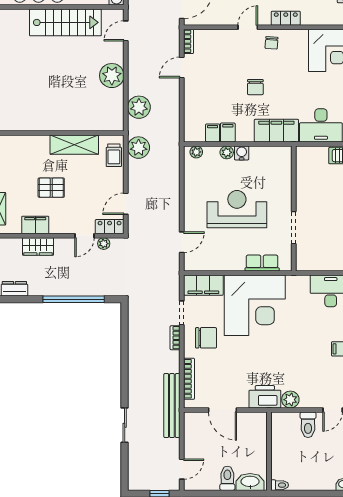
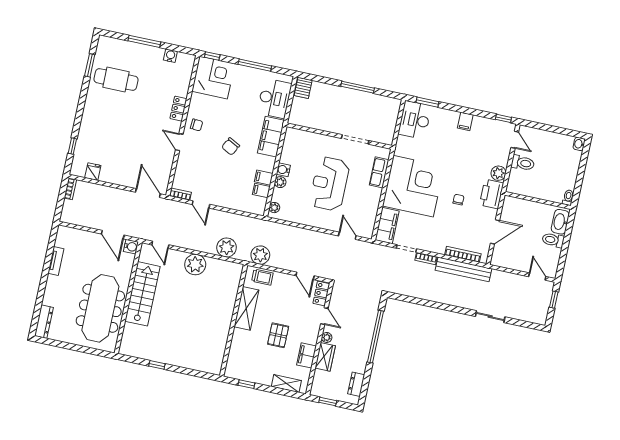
chair: (255, 87) -> (231, 146), turned 118
plant: (104, 244) -> (327, 337), moved
chair: (206, 338) -> (458, 200), moved, width x0.54, depth x0.54
bench: (172, 406) -> (463, 269), moved

